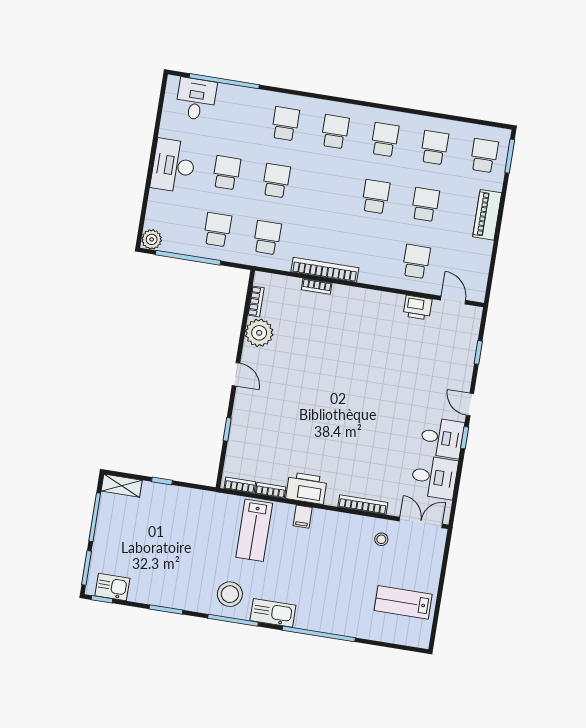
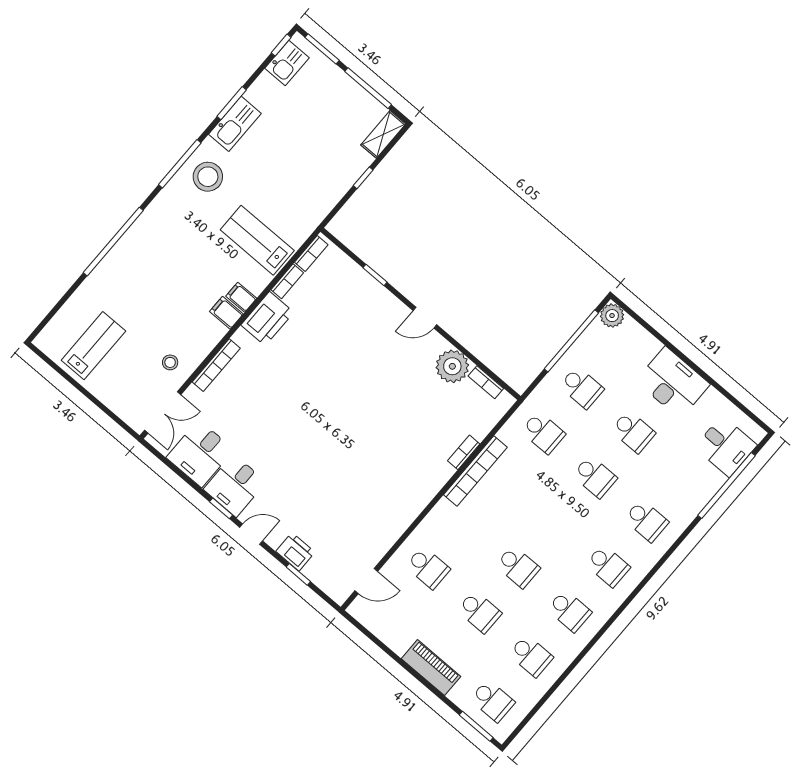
printer: (418, 308) -> (295, 552), moved, turned 90
filing cabinet: (320, 520) -> (226, 313), added
kitchen sink: (273, 613) -> (235, 124), moved

